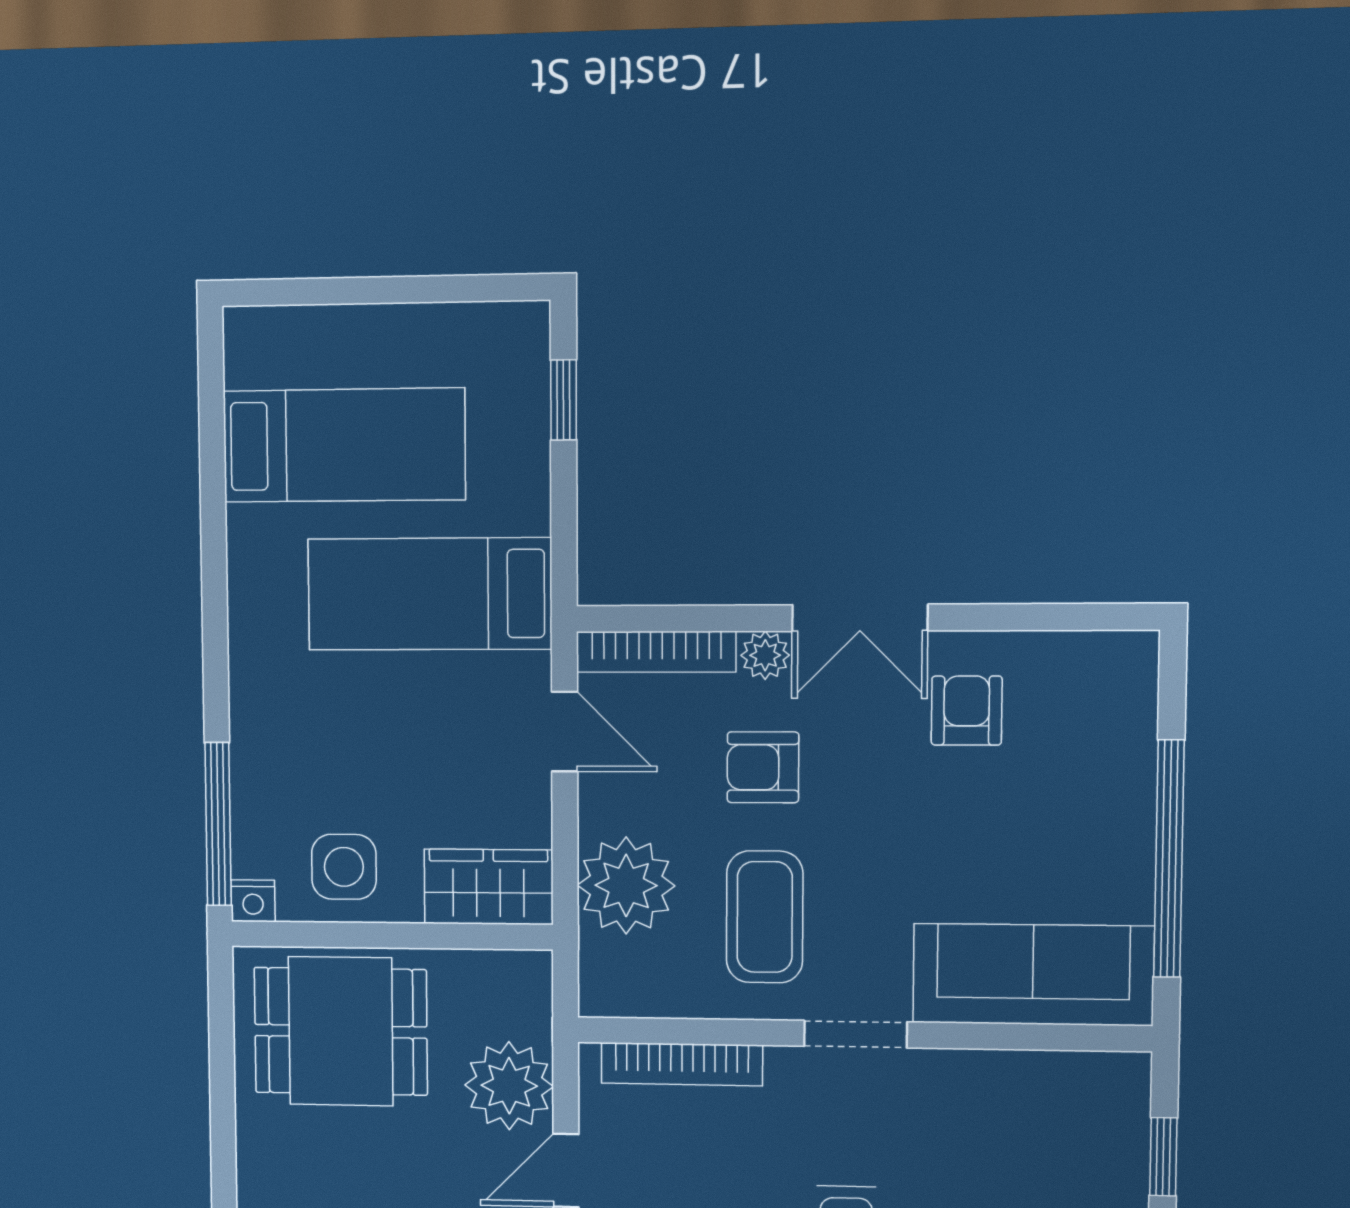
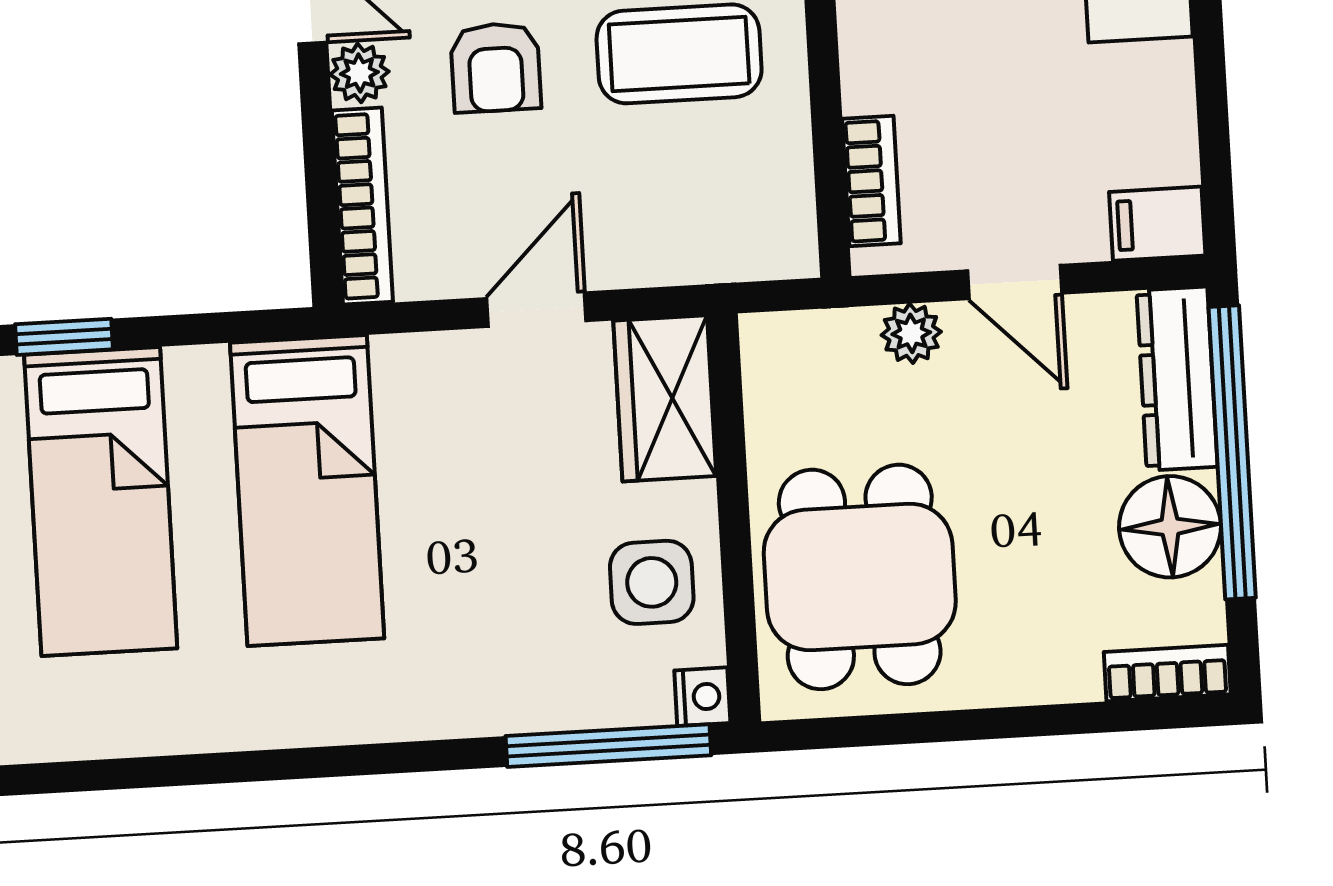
bed: (344, 445) -> (101, 501), moved, turned 180
door: (565, 732) -> (536, 310), moved
plant: (626, 885) -> (652, 227), removed
bookcase: (682, 1064) -> (871, 181), width x0.64
plant: (509, 1086) -> (911, 333), width x0.53, depth x0.53

